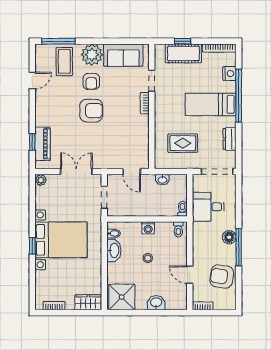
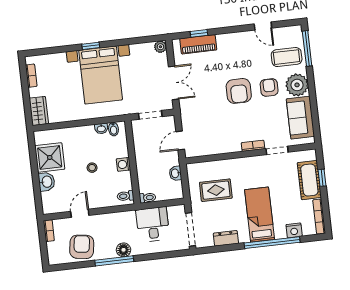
armchair: (91, 81) -> (269, 87), turned 90
rug: (183, 143) -> (216, 190), turned 90
washbasin: (114, 250) -> (101, 129), width x0.52, depth x0.69
shower: (122, 297) -> (50, 157), moved

